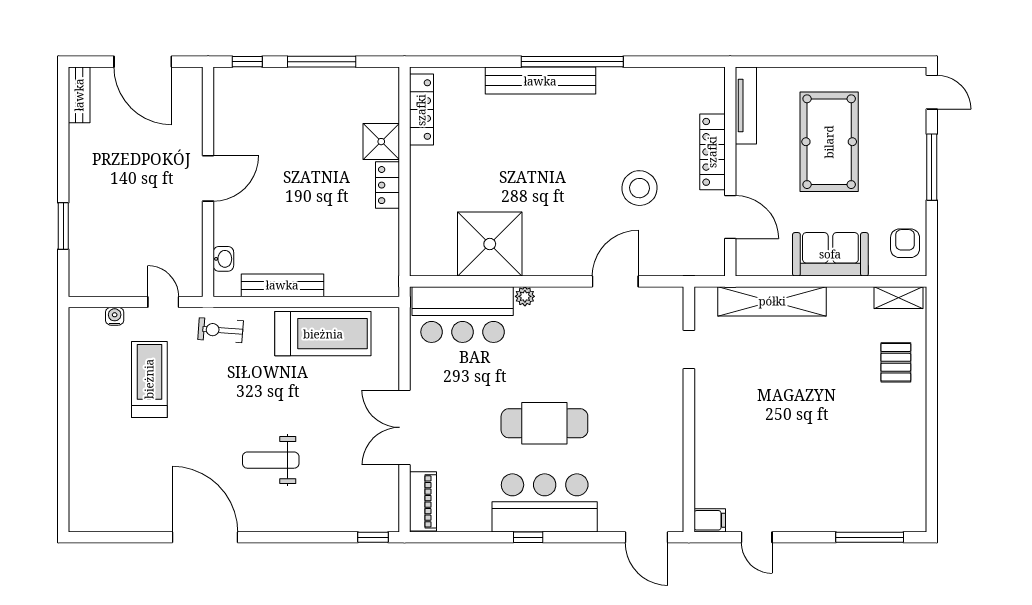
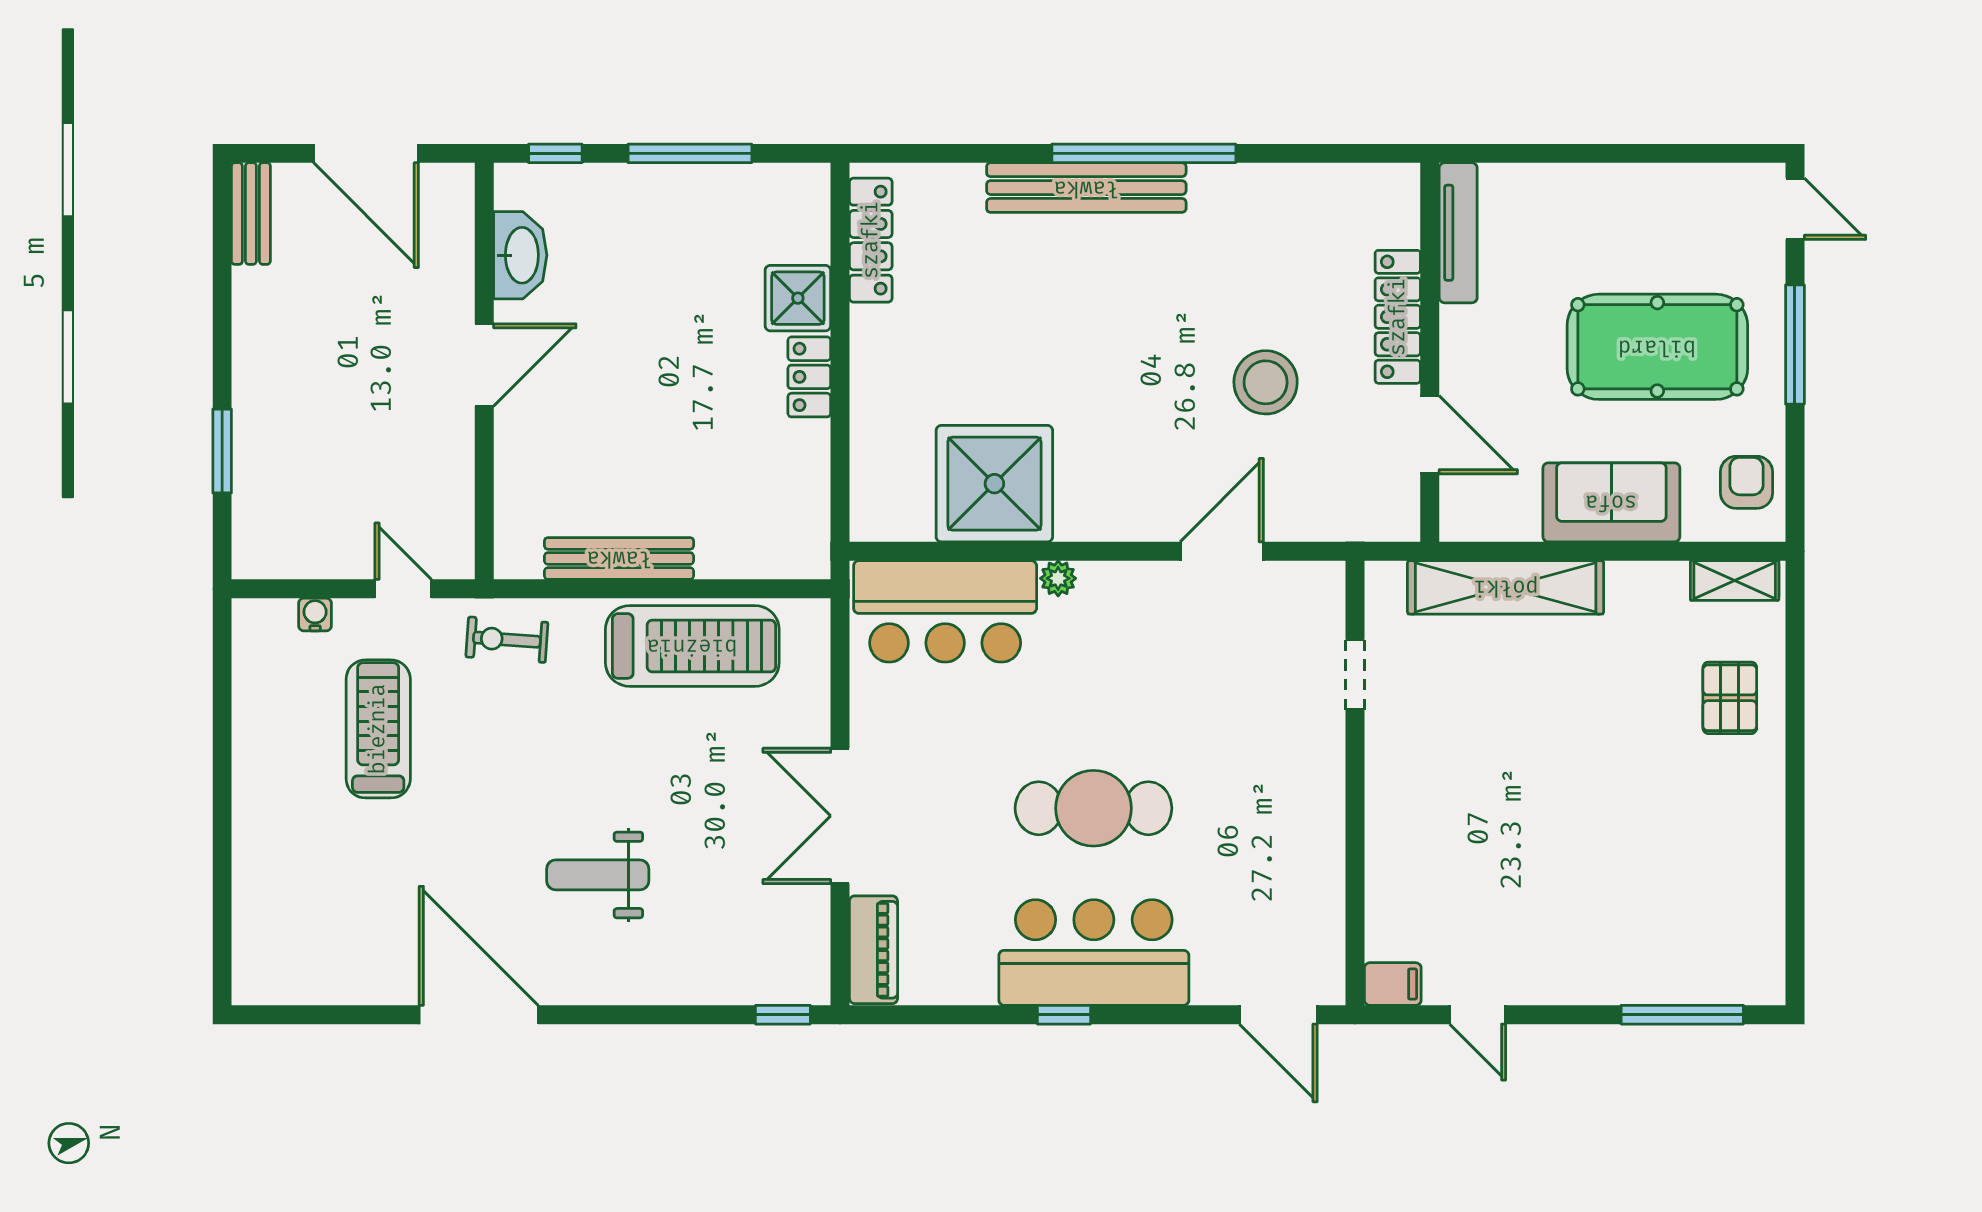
pool table: (829, 142) -> (1657, 347), moved, turned 90
washbasin: (223, 259) -> (520, 255), moved, width x1.91, depth x1.45

